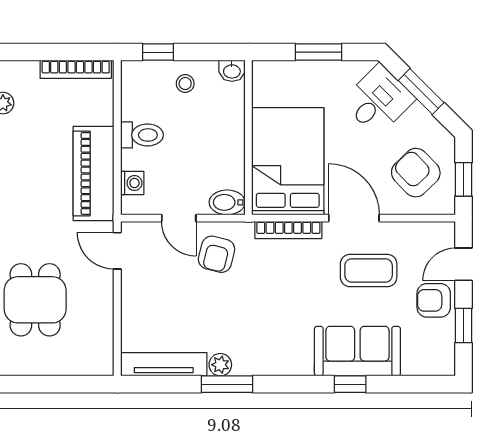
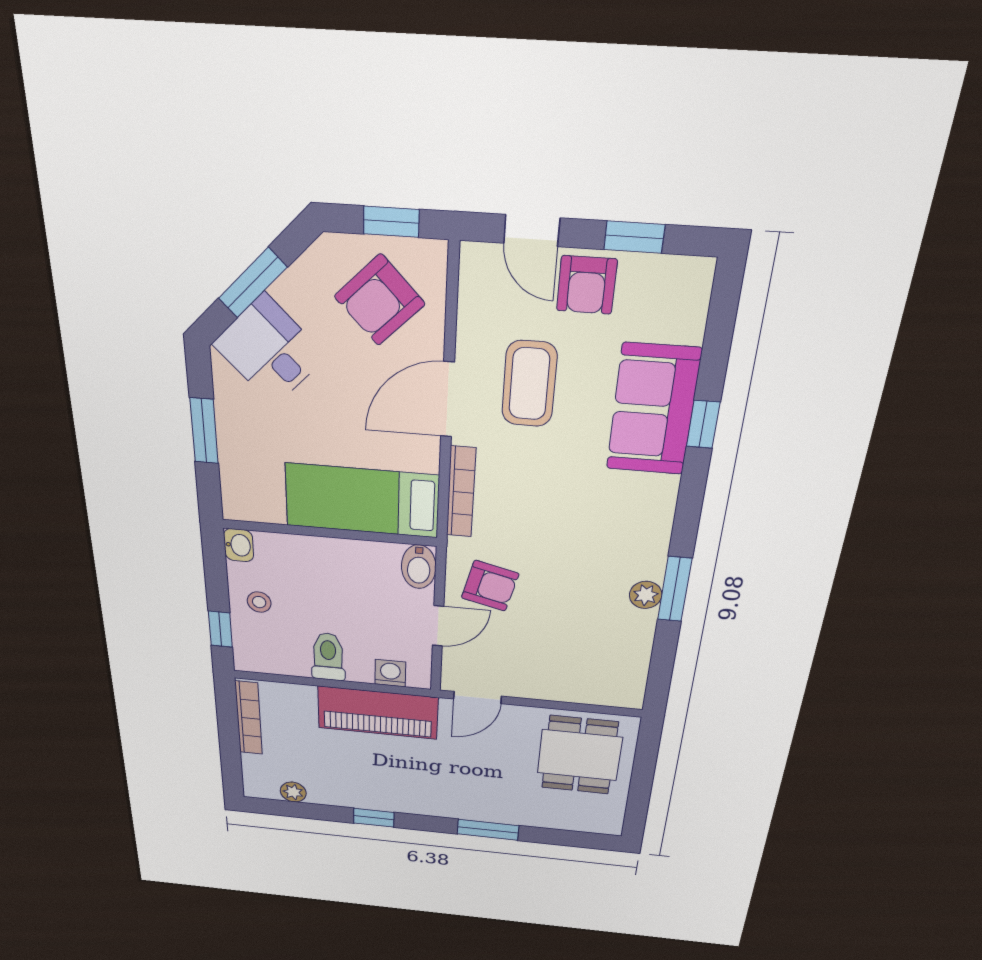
bed: (288, 161) -> (362, 501), width x0.67
dining table: (35, 300) -> (580, 755), moved, turned 90
tv unit: (164, 364) -> (635, 661), removed

